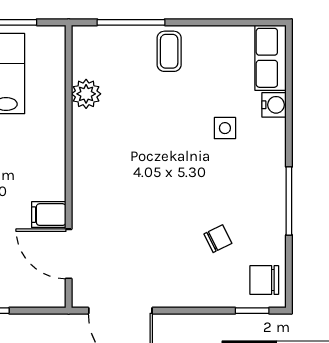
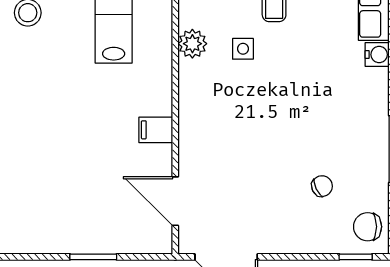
side table: (225, 128) -> (243, 49), moved
filing cabinet: (49, 215) -> (156, 130), moved

